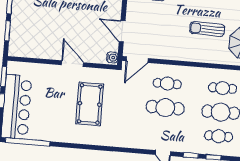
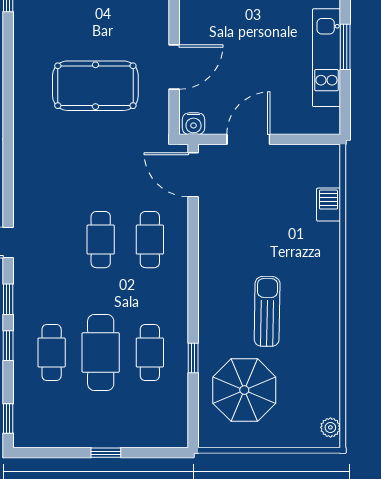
door: (72, 64) -> (174, 67), moved
window: (227, 67) -> (193, 358), added
cafe table: (165, 108) -> (101, 240), width x0.73, depth x0.74

